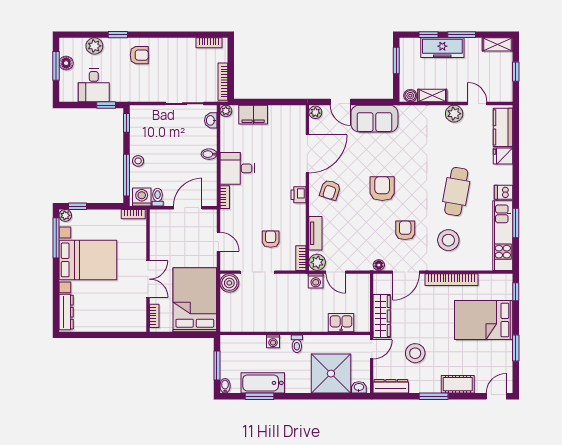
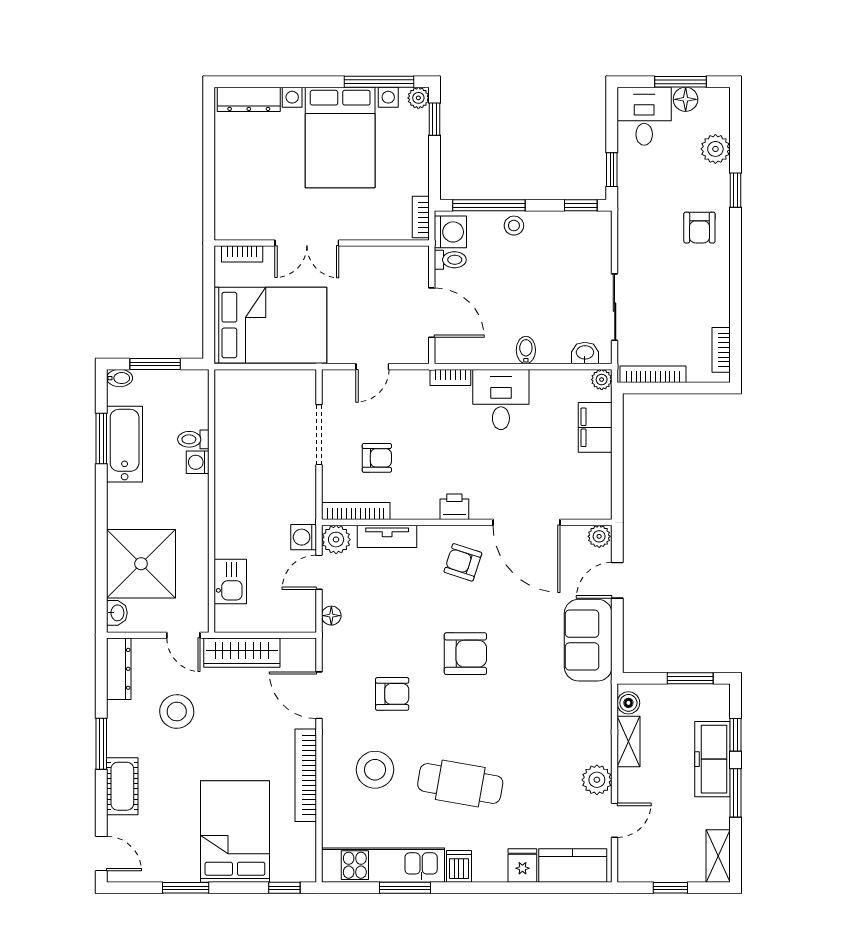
desk: (94, 85) -> (644, 116), moved, turned 90
bookcase: (301, 258) -> (356, 511), width x1.56
floor lamp: (379, 265) -> (331, 616), moved
boiler: (229, 283) -> (300, 386), removed
toilet: (297, 344) -> (193, 439), moved

